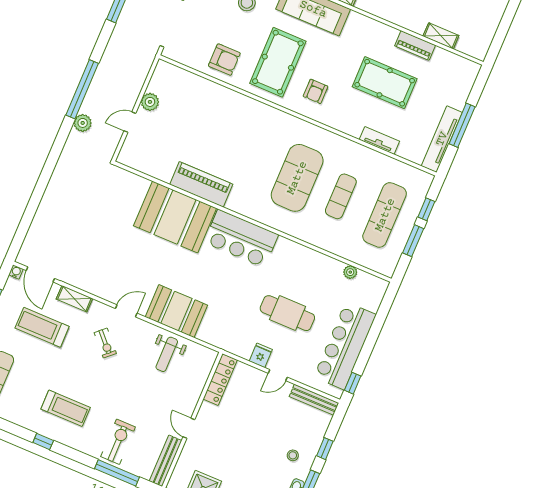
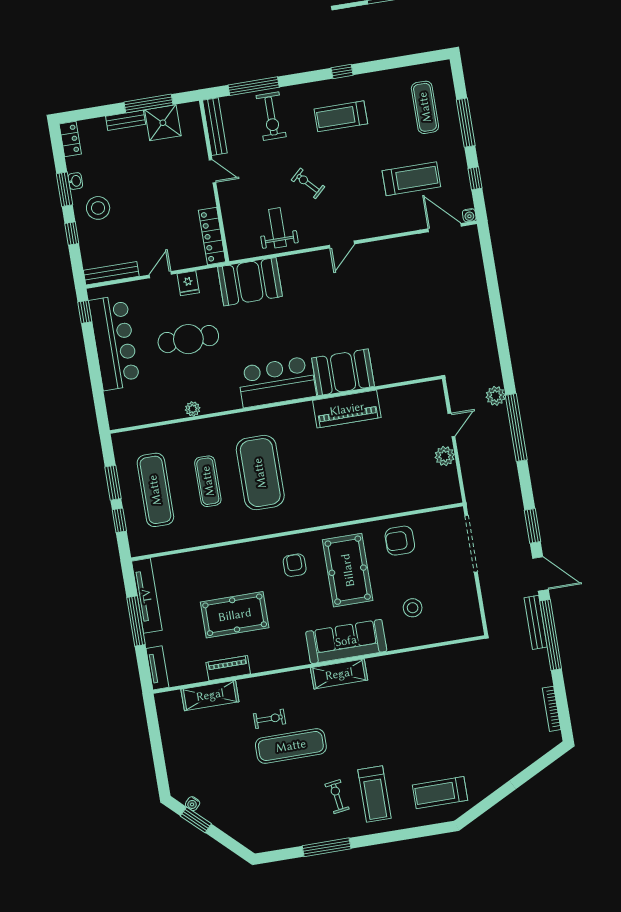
shelving: (441, 36) -> (210, 695), width x1.50, depth x1.33
tv unit: (379, 140) -> (157, 668), moved, turned -90
booth: (175, 217) -> (343, 372), width x0.73, depth x0.70
plant: (350, 272) -> (193, 409), moved
shelving: (74, 299) -> (398, 225), removed
booth: (176, 311) -> (250, 282), moved
exercise bike: (105, 343) -> (308, 183), moved
stool: (293, 455) -> (98, 208), width x1.89, depth x1.89

